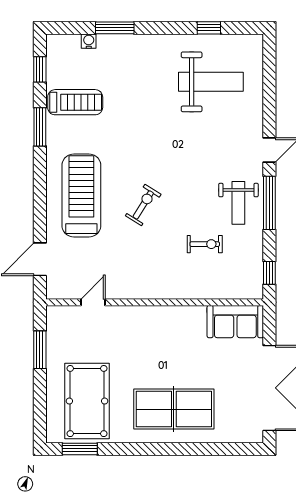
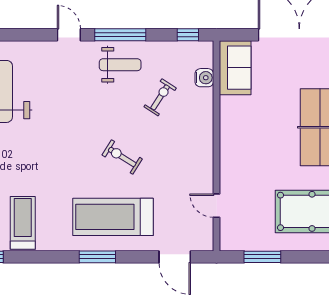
window: (40, 127) -> (97, 257), moved
exercise bike: (205, 244) -> (160, 97), turned 33
water cooler: (225, 290) -> (204, 78), added

